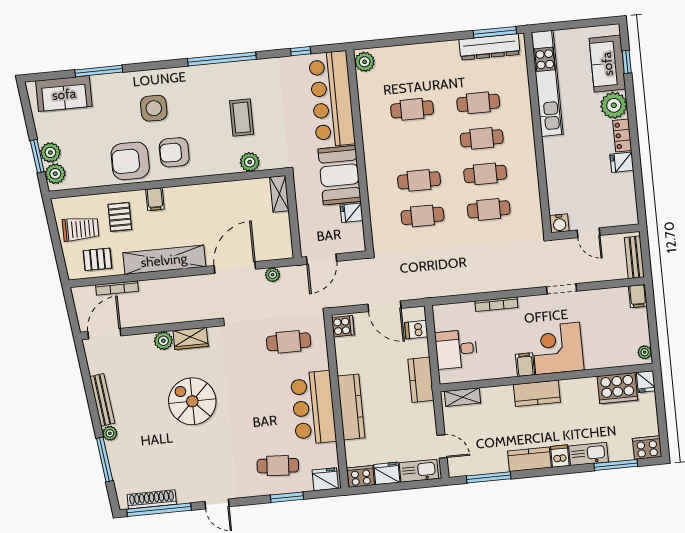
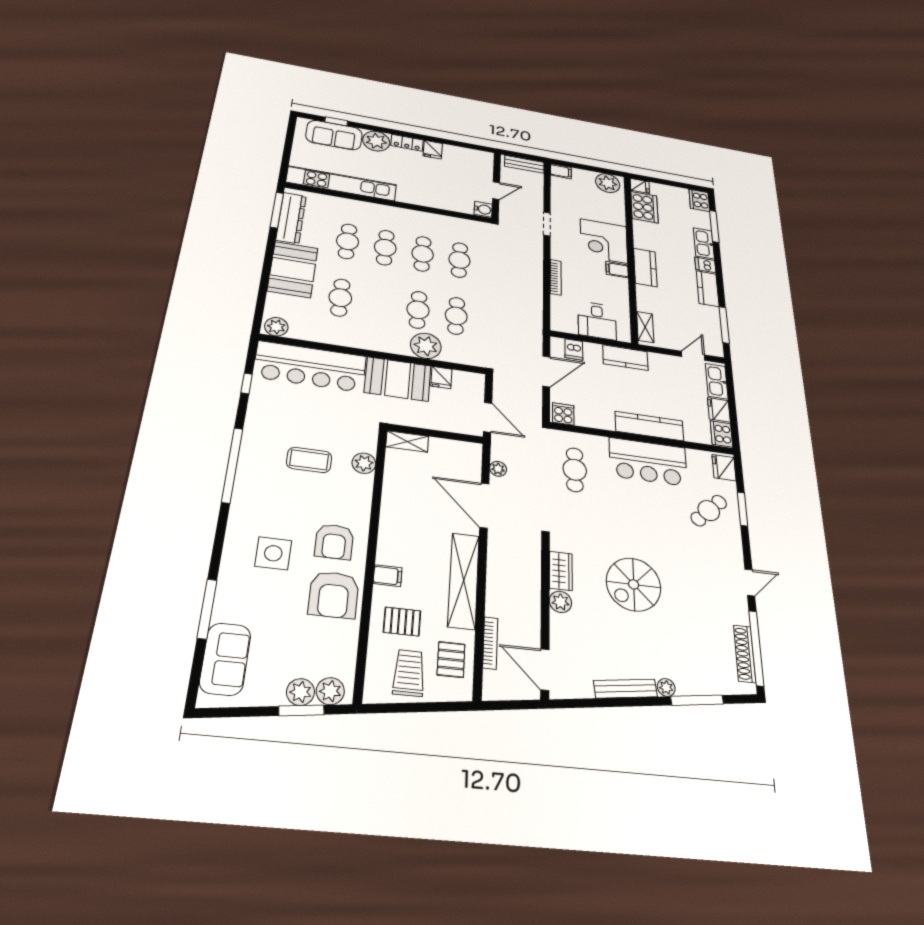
booth: (431, 61) -> (293, 269), added
plant: (381, 194) -> (426, 346), added
plant: (645, 352) -> (608, 183), width x1.88, depth x1.88
cafe table: (278, 466) -> (709, 511), turned 43

